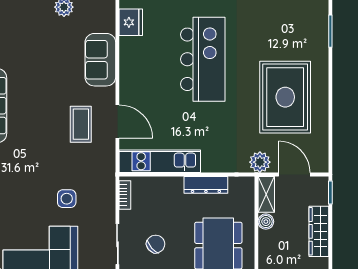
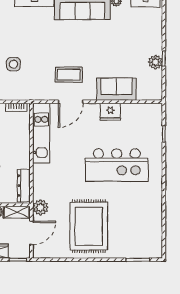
fridge: (131, 22) -> (110, 112), moved
rug: (285, 97) -> (89, 226), turned 90
dresser: (206, 185) -> (24, 186), moved

